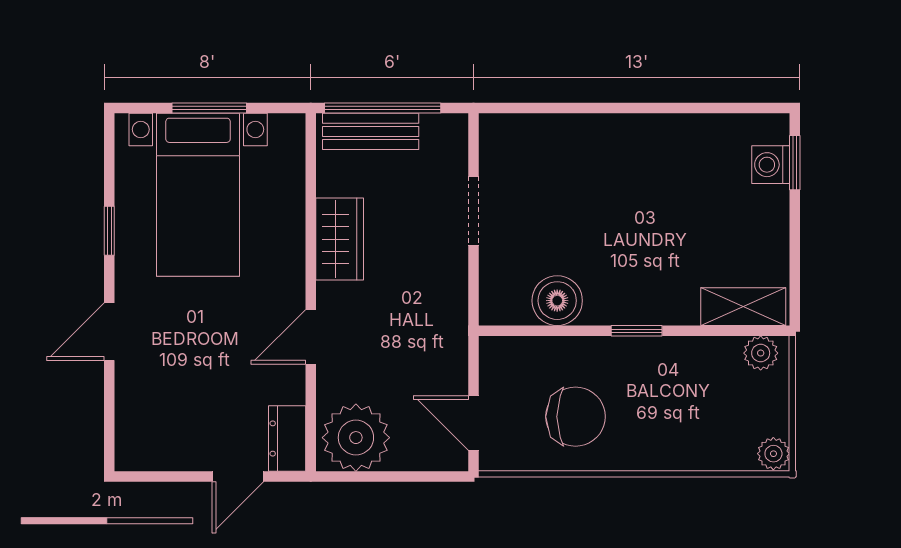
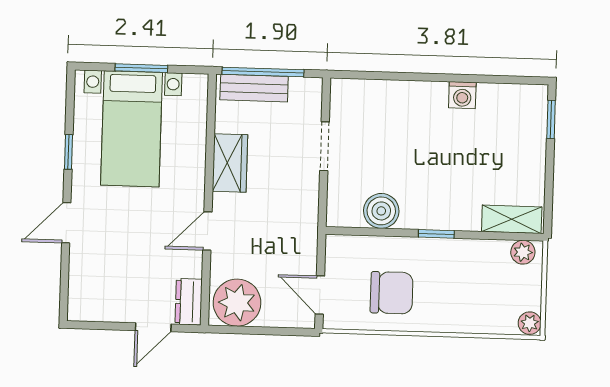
washing machine: (771, 165) -> (462, 95), moved, turned -90

